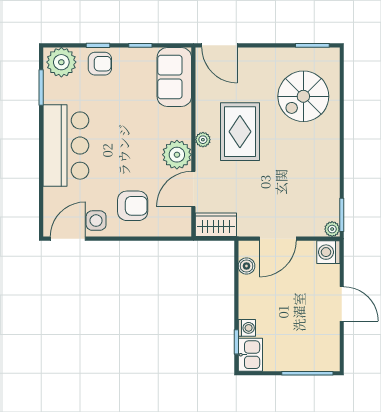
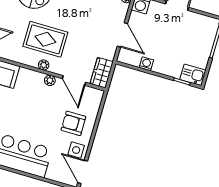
plant: (177, 155) -> (50, 80), width x0.53, depth x0.53
armchair: (133, 206) -> (73, 123), turned -90
boiler: (246, 266) -> (134, 61), removed
washing machine: (247, 328) -> (146, 64), moved

